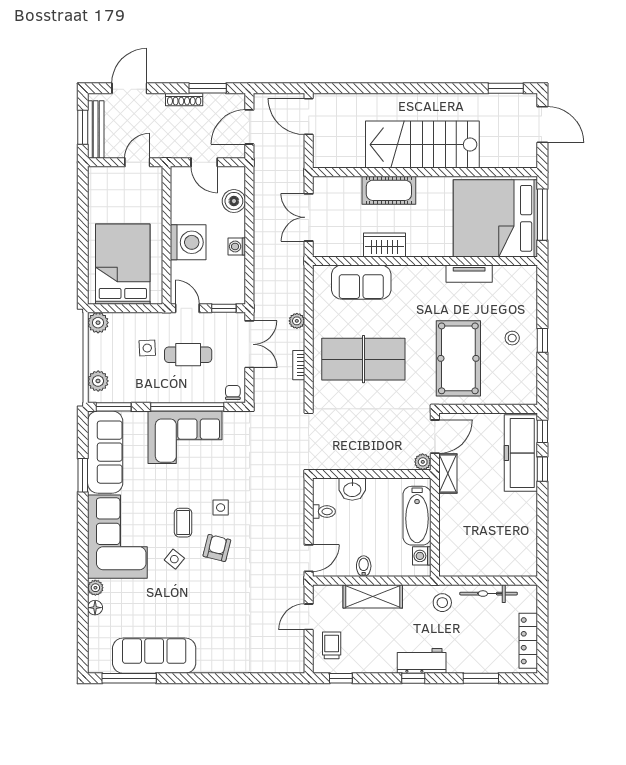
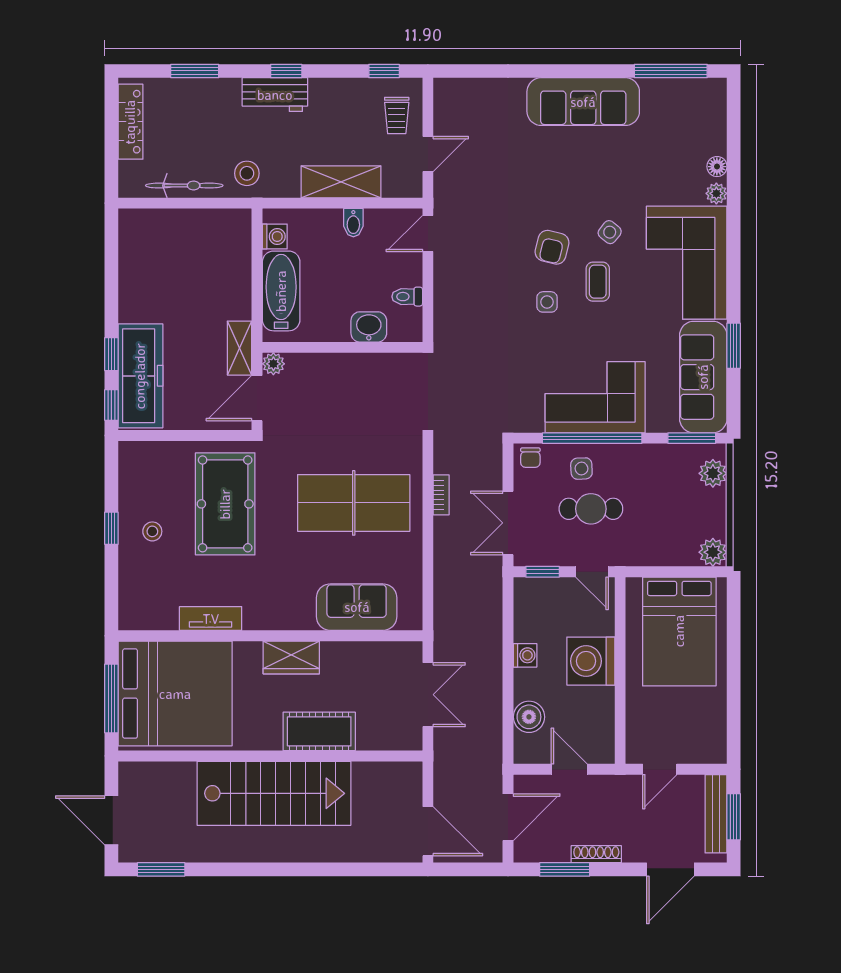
wardrobe: (385, 245) -> (291, 657), moved
plant: (297, 321) -> (444, 555), removed
side table: (147, 348) -> (581, 469), moved
sofa: (154, 656) -> (583, 102), moved

